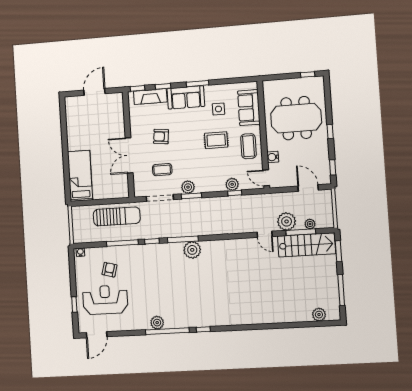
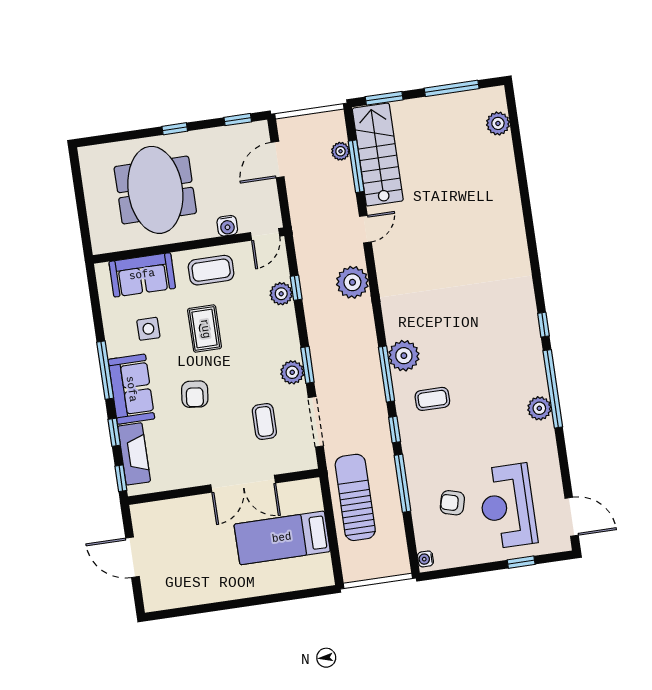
window: (308, 75) -> (77, 176), removed
window: (198, 84) -> (105, 370), width x1.44
armchair: (161, 137) -> (195, 394), moved
bed: (80, 176) -> (282, 538), moved
plant: (287, 221) -> (352, 282), moved
coffee table: (167, 264) -> (432, 399), added

